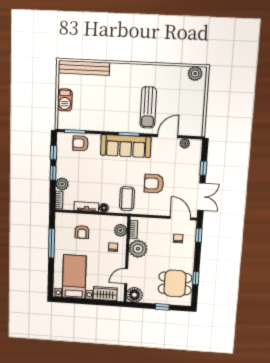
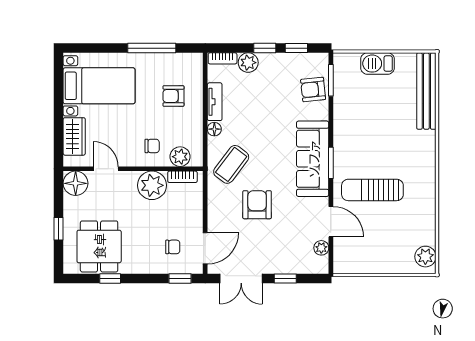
armchair: (81, 143) -> (313, 89), turned -96
coffee table: (127, 199) -> (231, 164), turned -53

